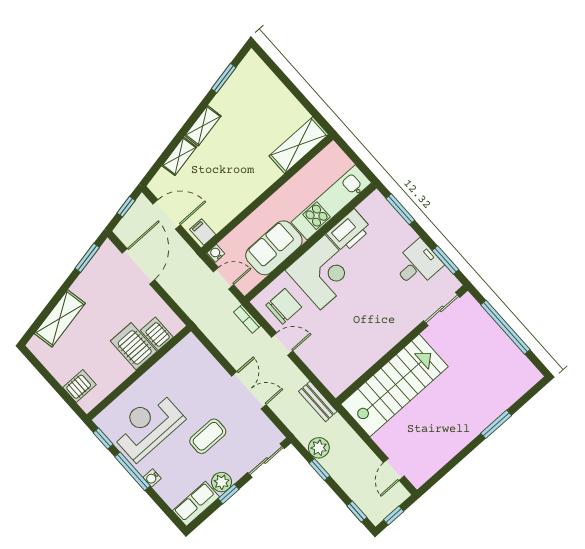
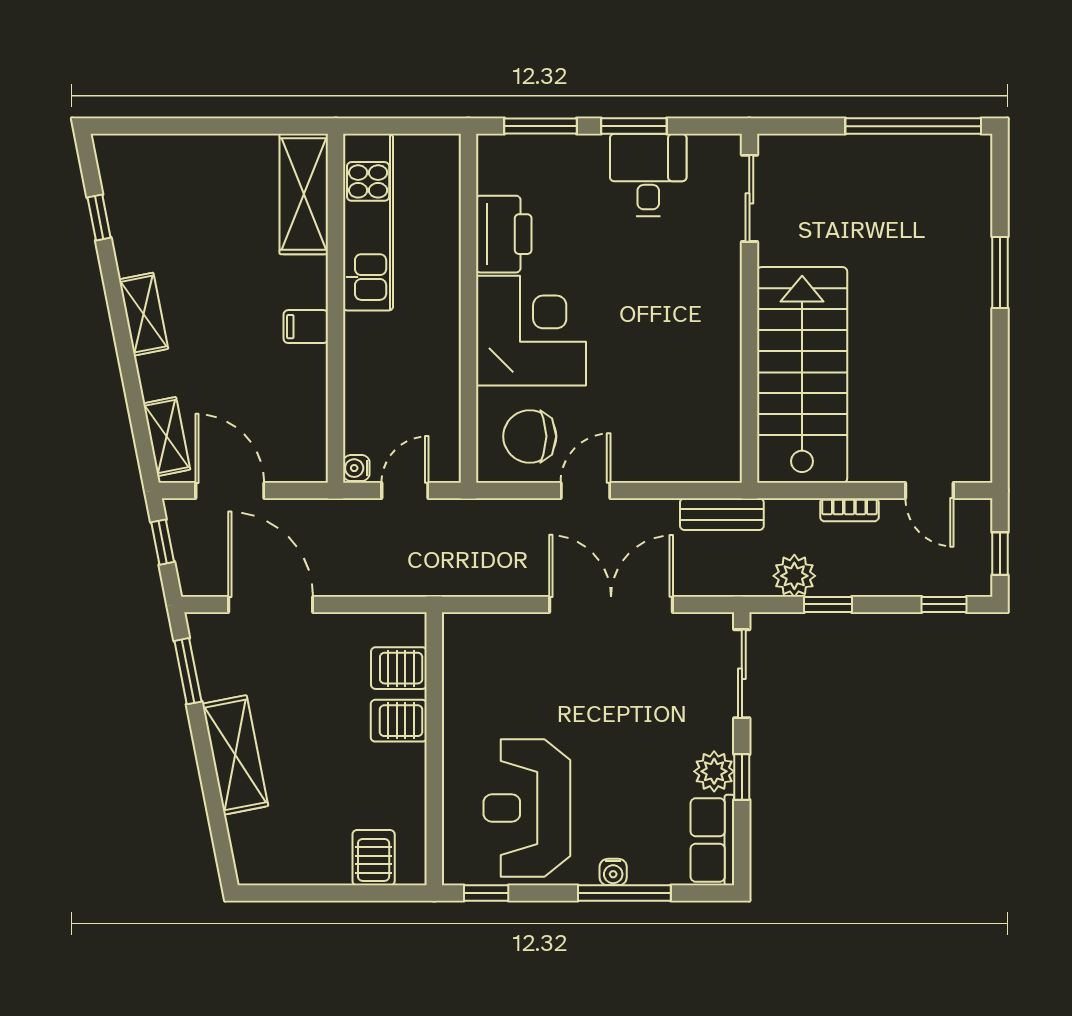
window: (224, 78) -> (99, 218), width x0.67
shelving: (179, 156) -> (167, 436), moved
kitchen unit: (331, 202) -> (368, 222), moved, turned 180
door: (167, 214) -> (230, 491), hinge flipped
filing cabinet: (203, 232) -> (306, 327), moved
sofa: (274, 248) -> (427, 372), removed
window: (445, 260) -> (634, 126), moved
chair: (284, 306) -> (530, 436), turned -90
shelving: (60, 318) -> (235, 755), moved
bookcase: (247, 319) -> (849, 510), moved
window: (505, 327) -> (913, 126), moved
server rack: (134, 346) -> (399, 721), width x0.73, depth x0.70
double door: (249, 390) -> (611, 604), width x1.37
coffee table: (208, 436) -> (625, 730), removed
window: (132, 471) -> (624, 893), moved

